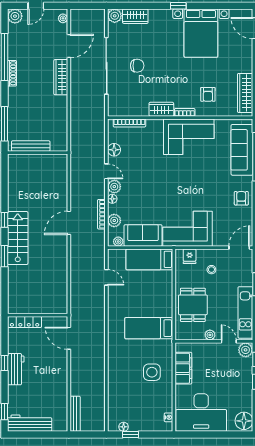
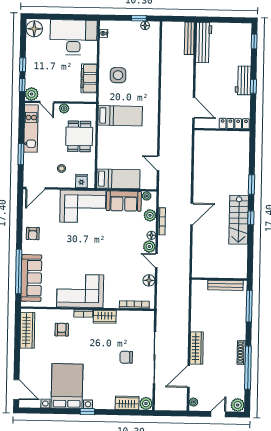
stairs: (18, 238) -> (239, 220), moved
workbench: (30, 423) -> (204, 43), moved, turned -90

